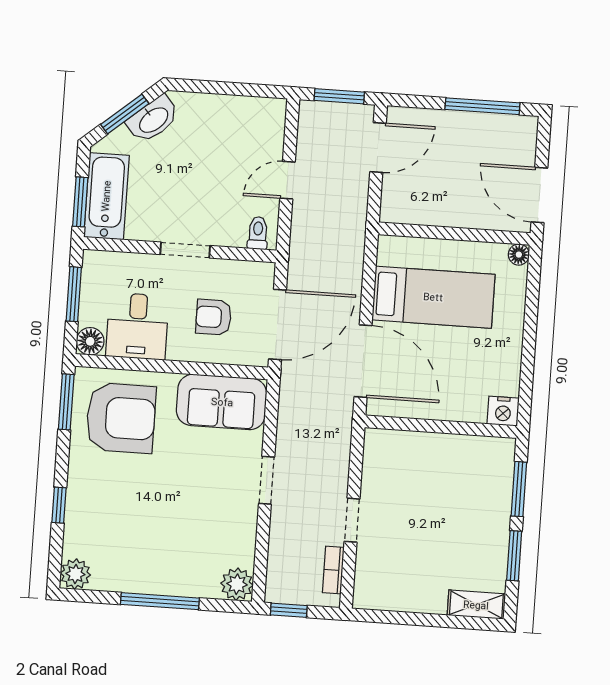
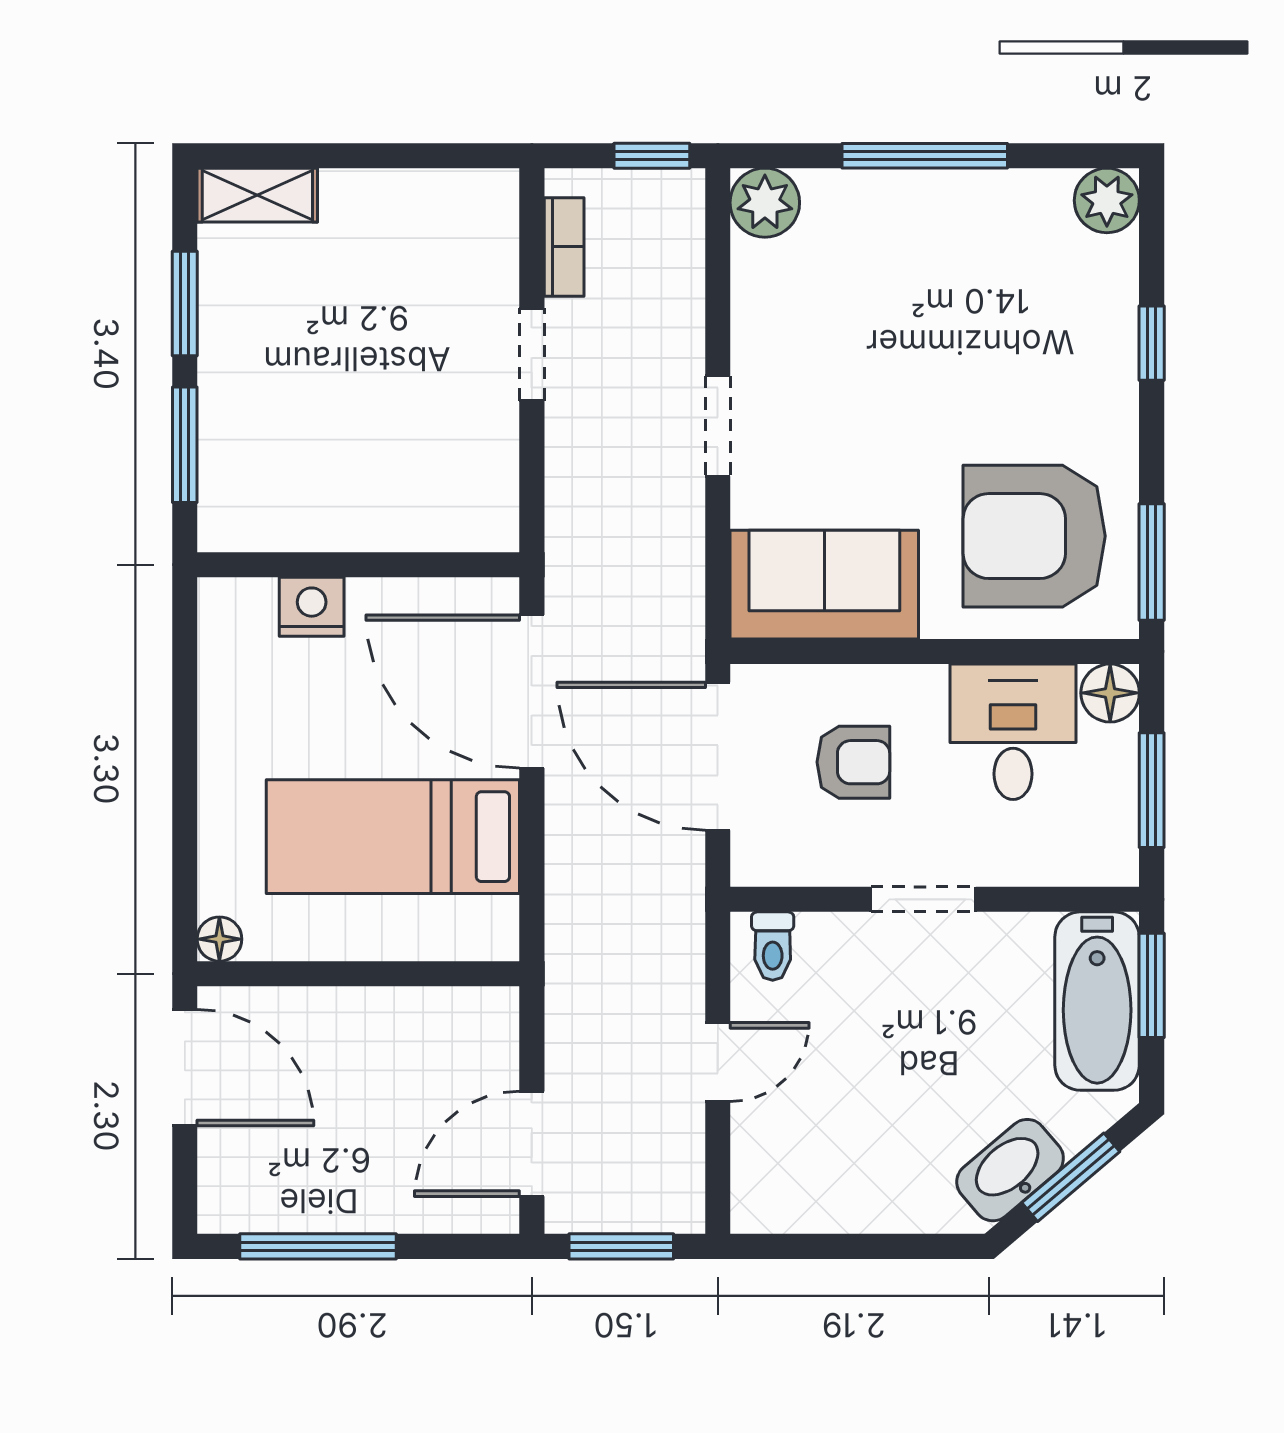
door: (277, 324) -> (718, 756), hinge flipped
nightstand: (503, 411) -> (312, 607), moved

